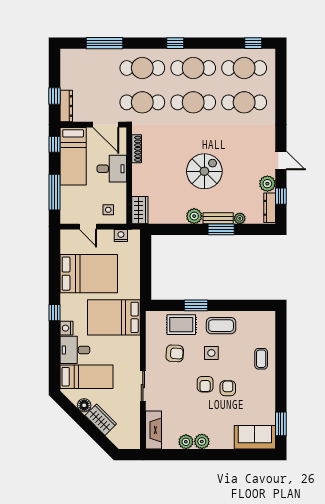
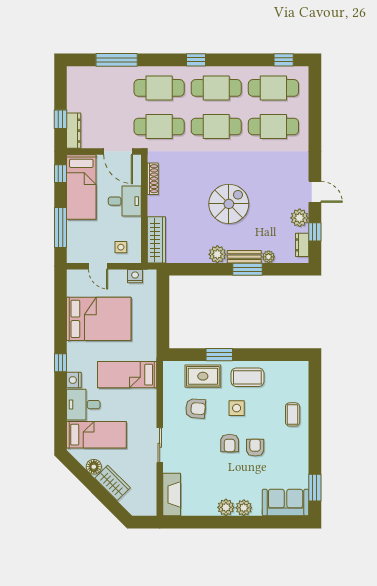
dresser: (270, 208) -> (302, 245), width x0.70
wardrobe: (140, 210) -> (156, 240), width x1.50
bed: (114, 317) -> (127, 375), width x0.67
plant: (186, 442) -> (244, 508), moved

